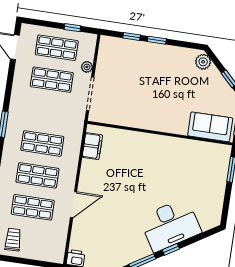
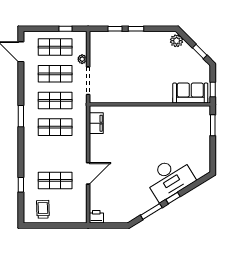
shop shelf: (38, 175) -> (55, 100), moved

